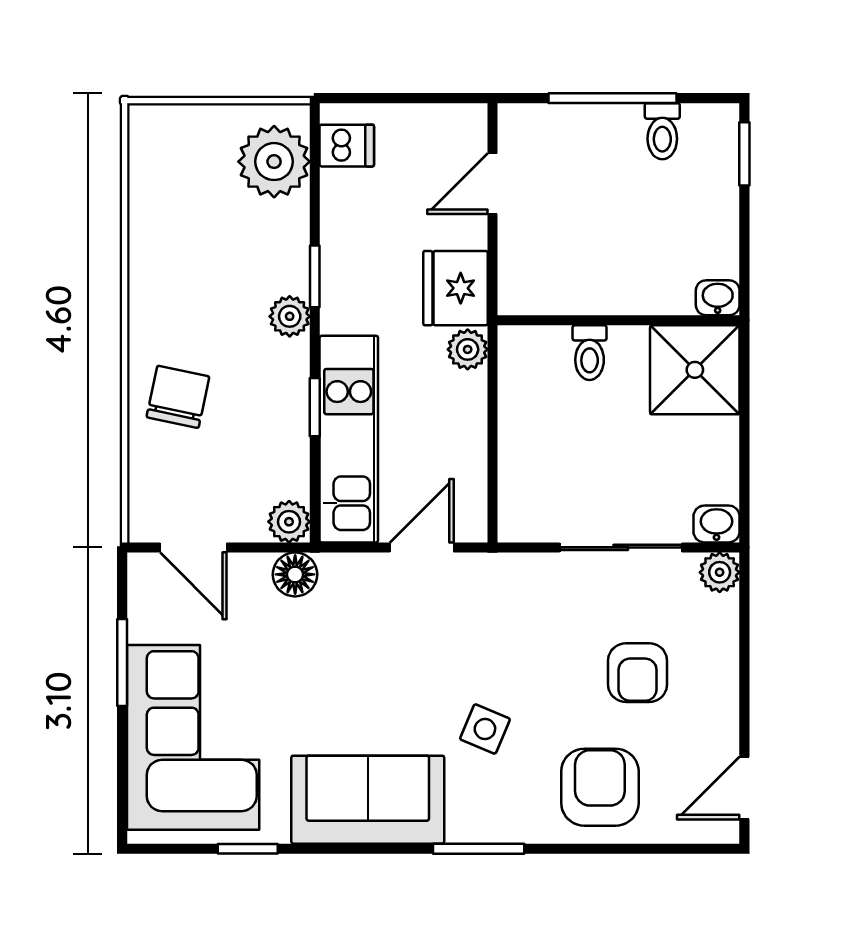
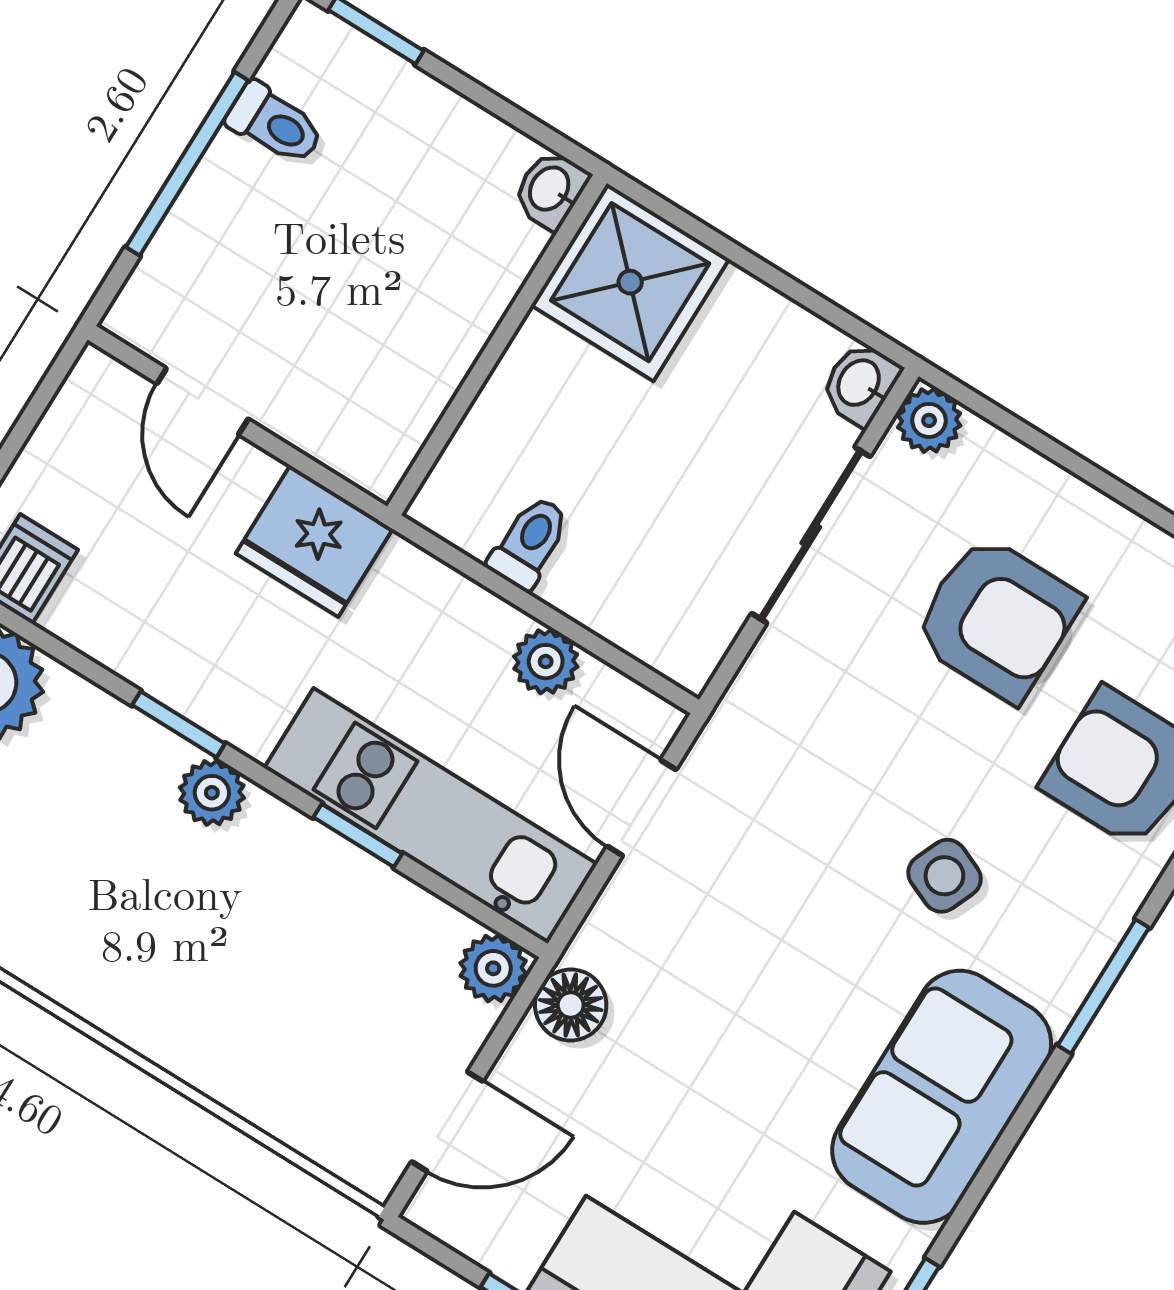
plant: (468, 349) -> (546, 662), moved
toilet: (590, 353) -> (529, 543), moved, turned -90
chair: (178, 397) -> (227, 1015), removed
armchair: (638, 673) -> (997, 618), width x1.38, depth x1.38

